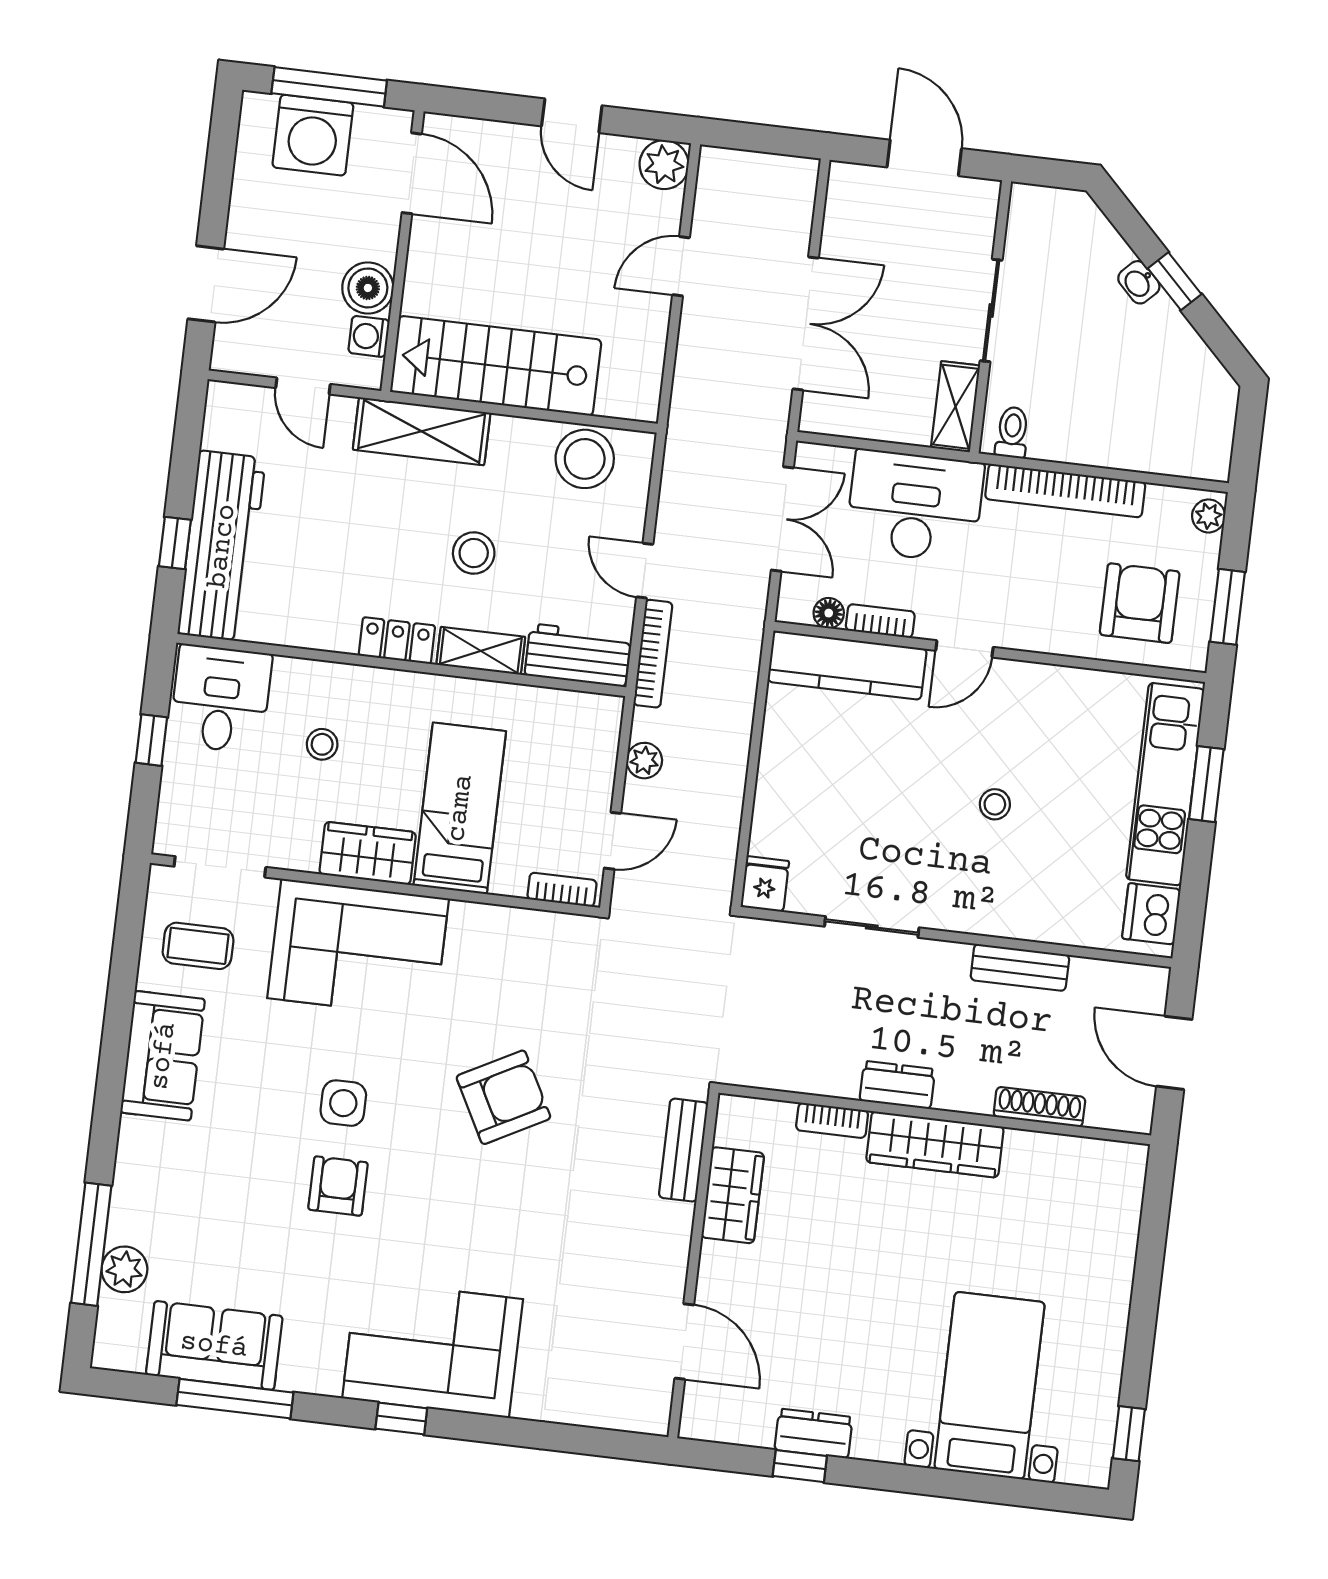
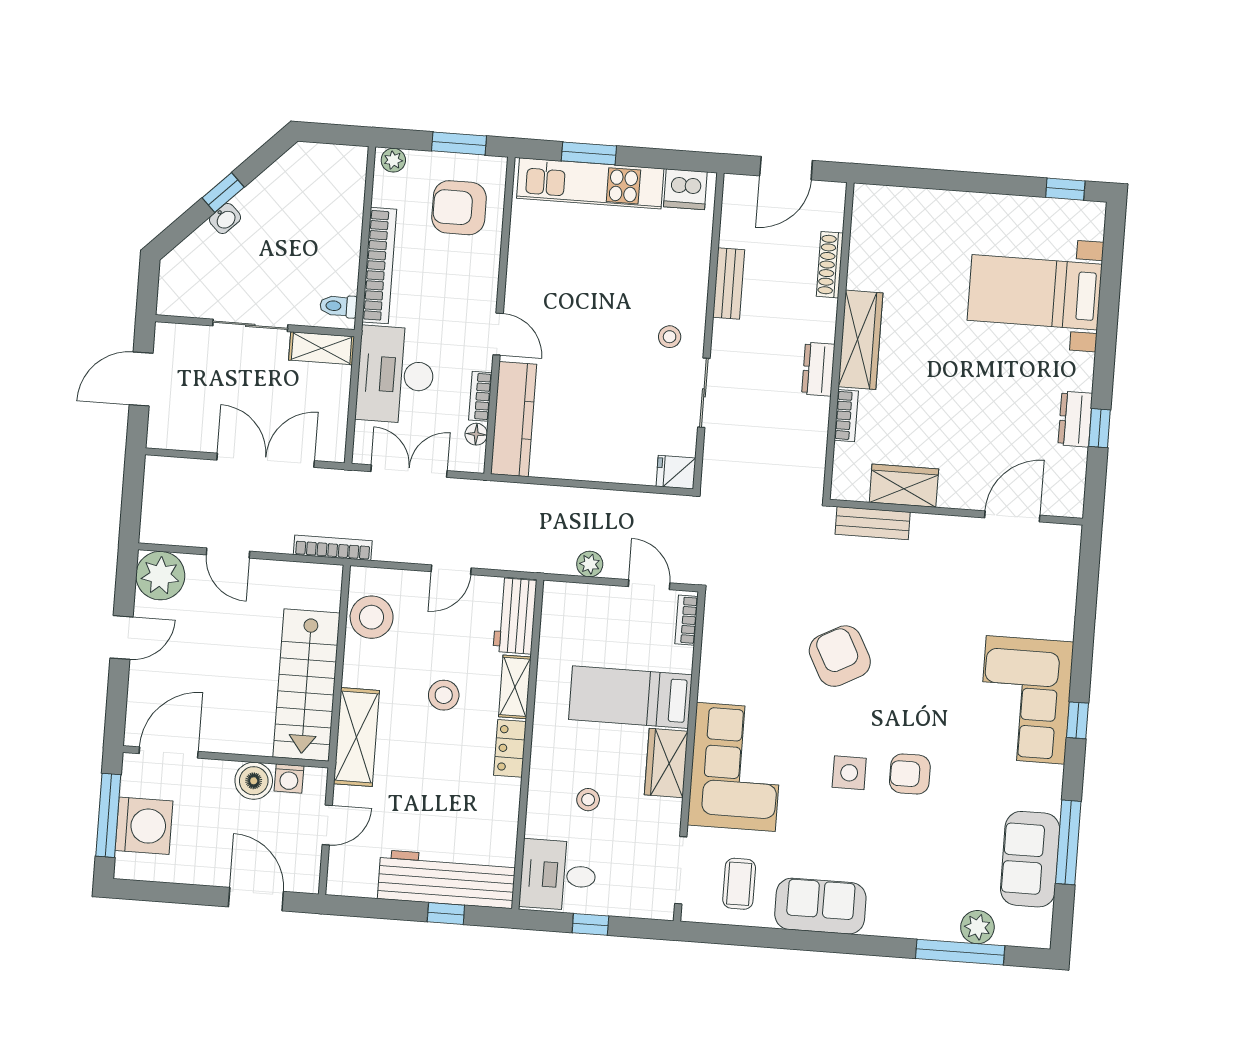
plant: (664, 165) -> (160, 576), width x1.36, depth x1.36
bookcase: (653, 654) -> (333, 548), moved
stool: (995, 804) -> (670, 337), moved

